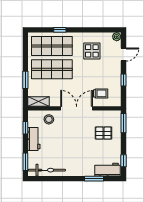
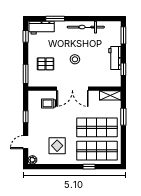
stool: (49, 119) -> (75, 59), moved
bicycle: (47, 170) -> (86, 27), moved

